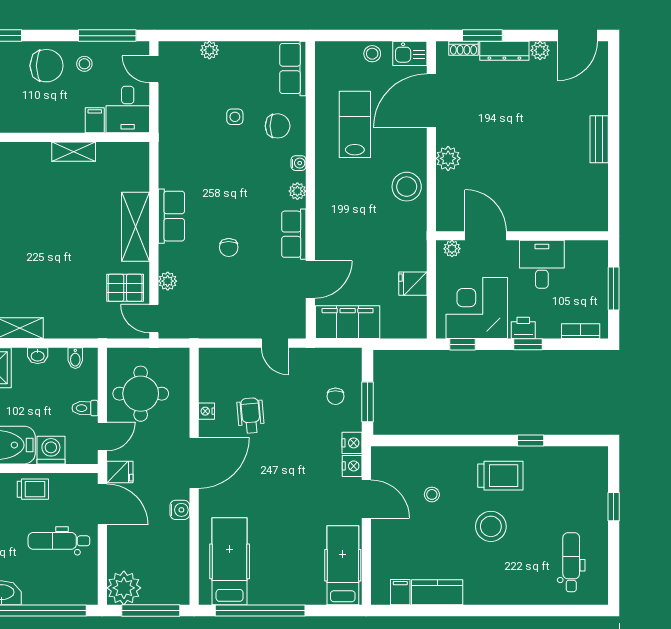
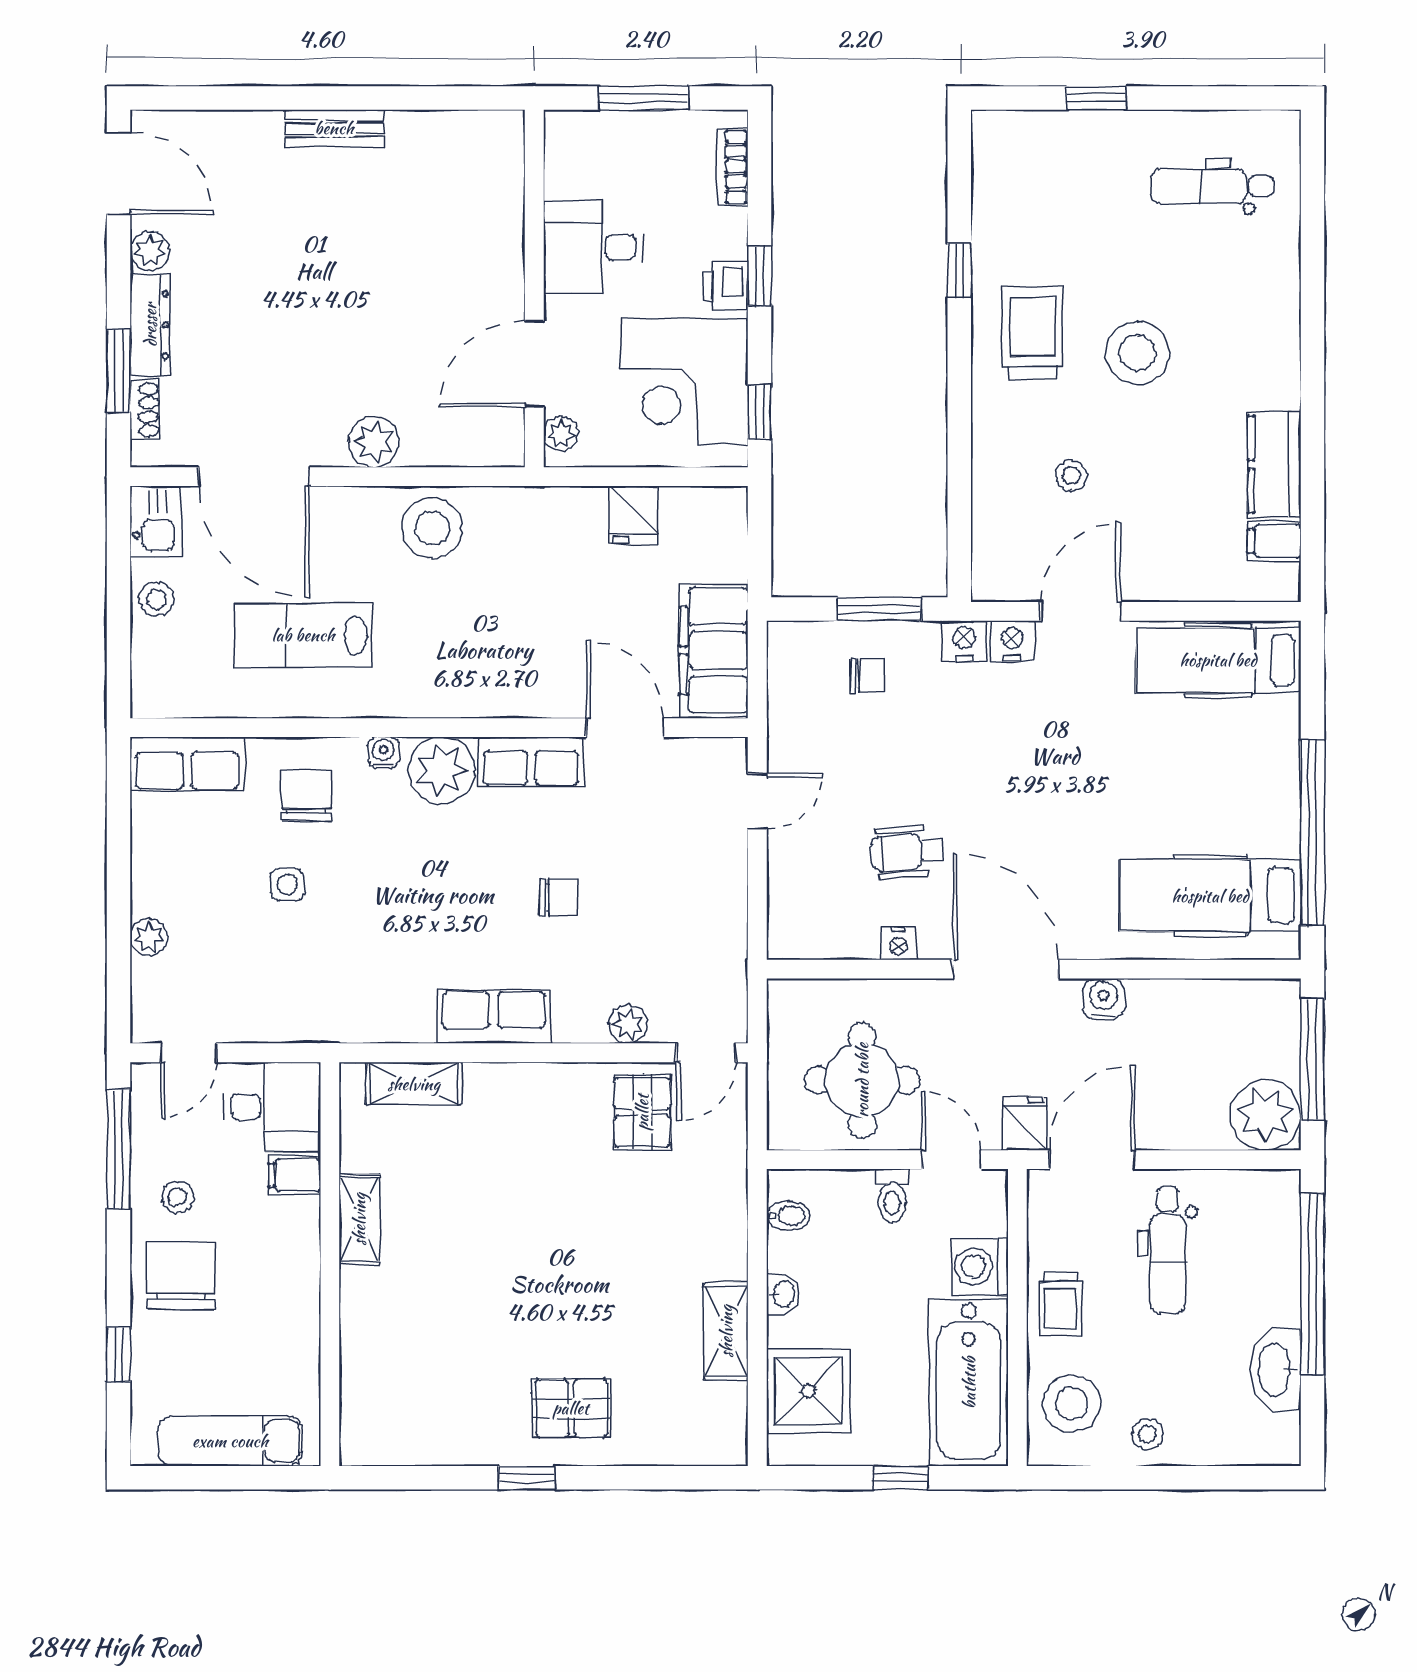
plant: (297, 191) -> (442, 770), width x1.88, depth x1.88
shelving: (136, 227) -> (414, 1084), moved, width x0.67, depth x0.75
trolley: (33, 489) -> (1060, 1304), turned 180

